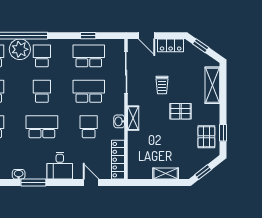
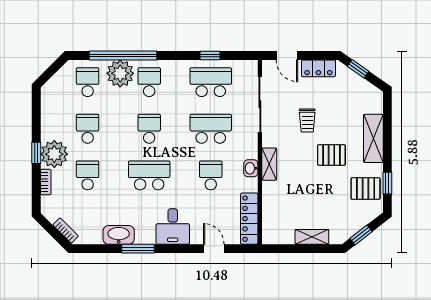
shelving: (212, 85) -> (373, 138), moved
pallet: (206, 137) -> (366, 189), turned 90
washbasin: (19, 174) -> (119, 235), width x1.91, depth x1.45

